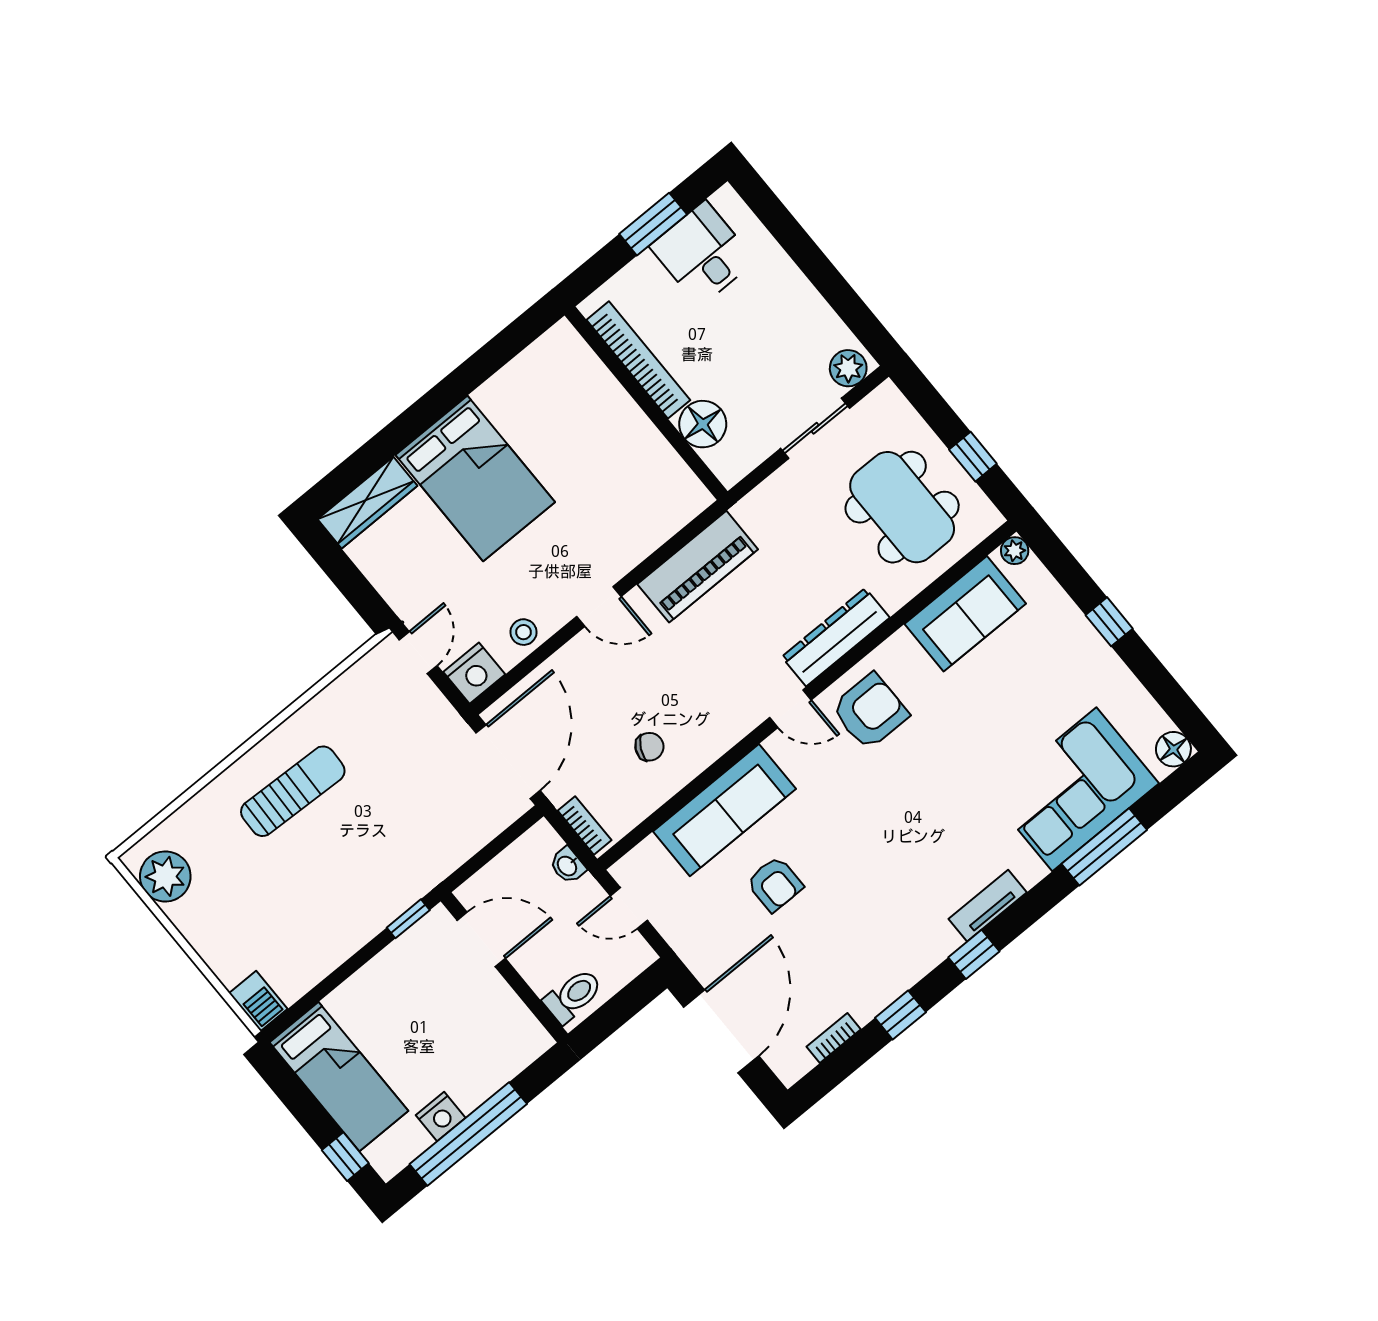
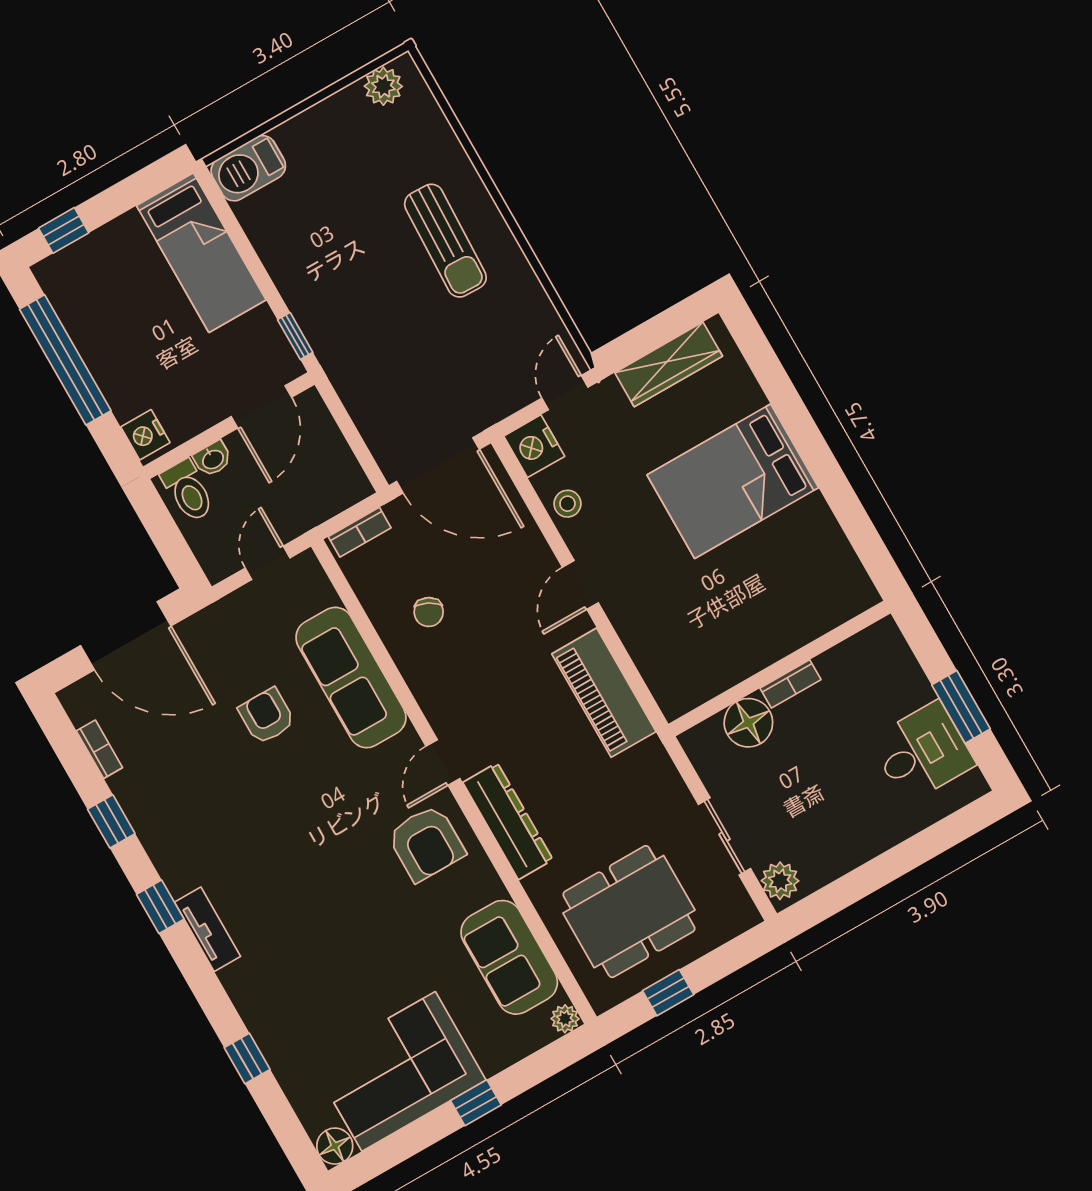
bookcase: (638, 360) -> (791, 684), width x0.43, depth x0.76
wardrobe: (367, 503) -> (669, 364), moved, turned -90
door: (418, 653) -> (565, 393), swing flipped
corner sofa: (1074, 789) -> (399, 1071), moved, turned -90
window: (1104, 847) -> (247, 1059), width x0.46
washbasin: (568, 866) -> (213, 459), moved, turned 180
plant: (165, 876) -> (383, 86), width x0.73, depth x0.73
armchair: (775, 884) -> (267, 716), turned 90
barbecue: (258, 1001) -> (248, 168), width x1.38, depth x1.27
bed: (339, 1077) -> (201, 253), moved, turned -90
nightstand: (441, 1116) -> (145, 435), moved

